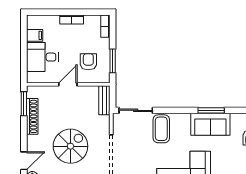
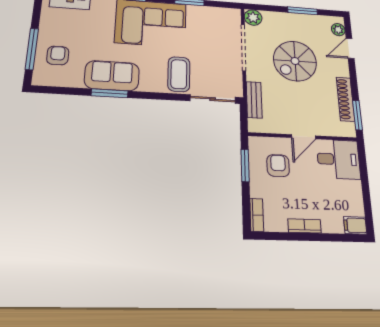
filing cabinet: (35, 35) -> (355, 225), moved
desk: (42, 57) -> (338, 159), moved
armchair: (88, 62) -> (278, 166), turned 180
bench: (104, 100) -> (254, 100), moved

